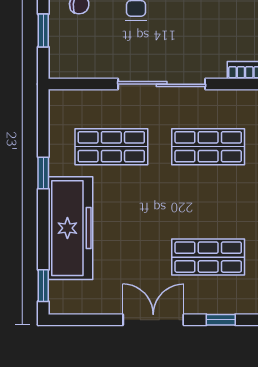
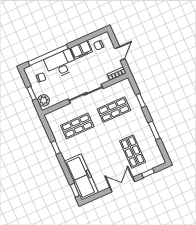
plant: (62, 57) -> (44, 100), added
freezer: (71, 228) -> (81, 177), moved
shop shelf: (208, 257) -> (133, 151), turned 90

